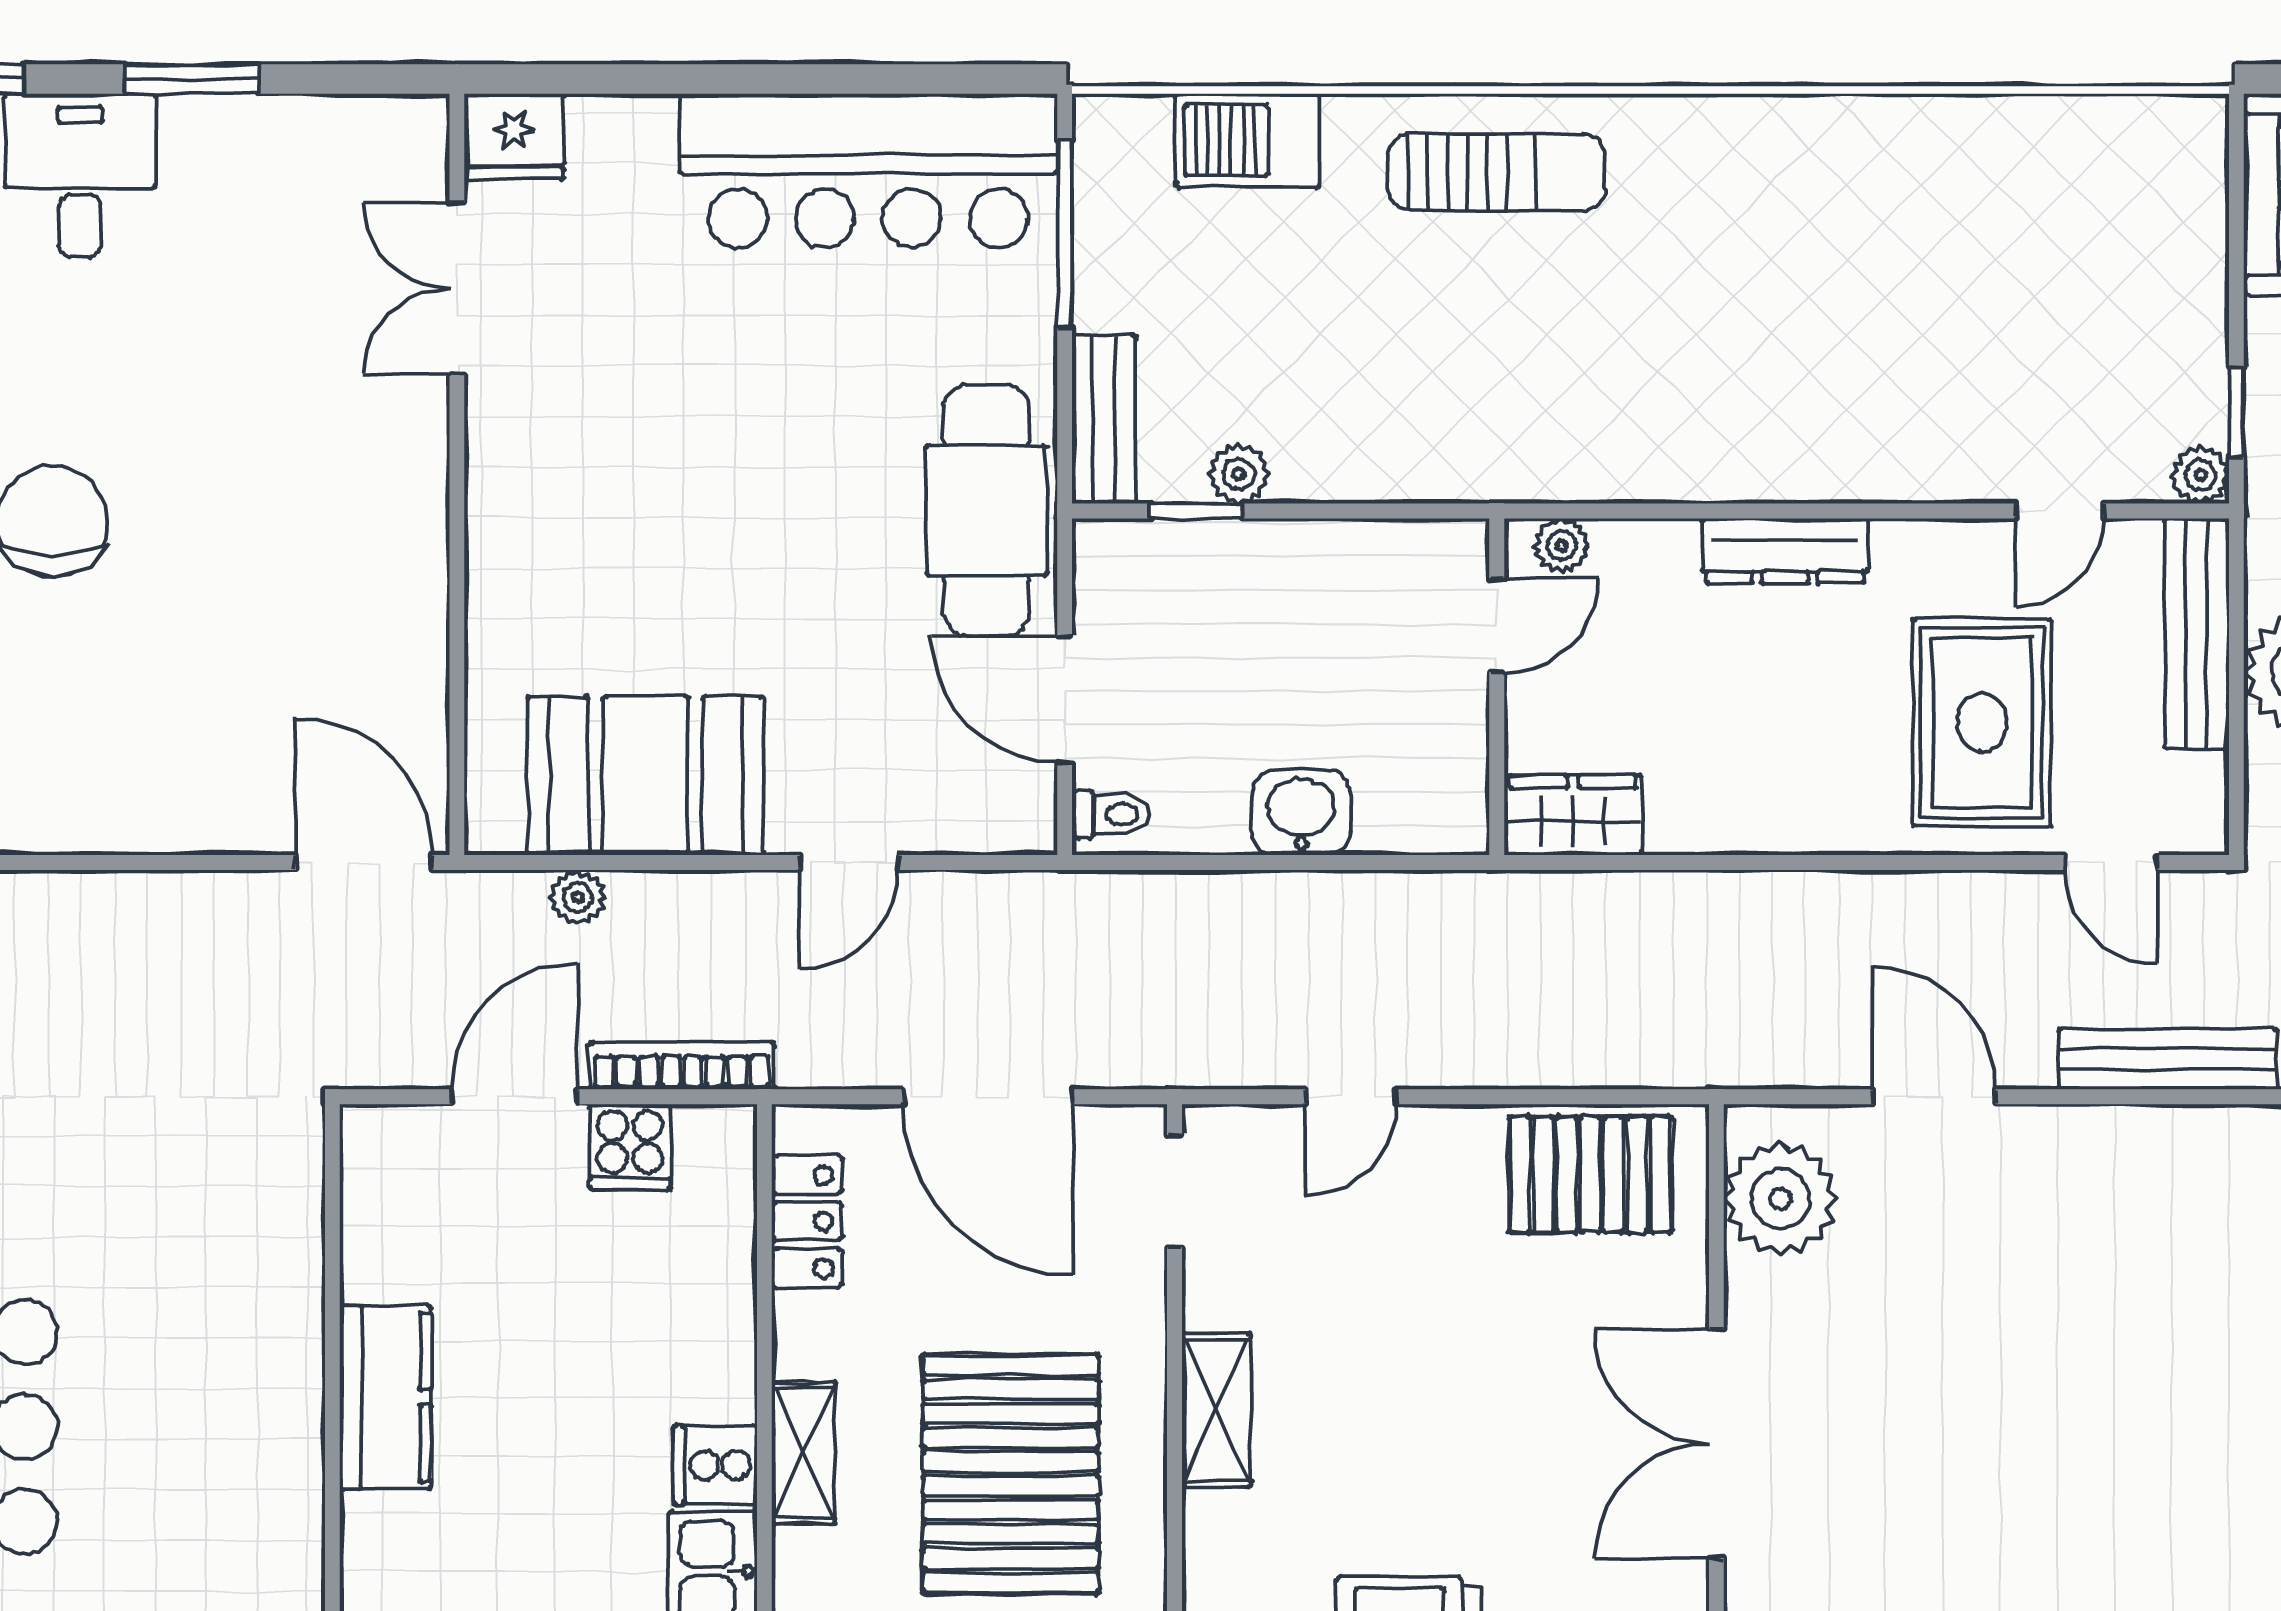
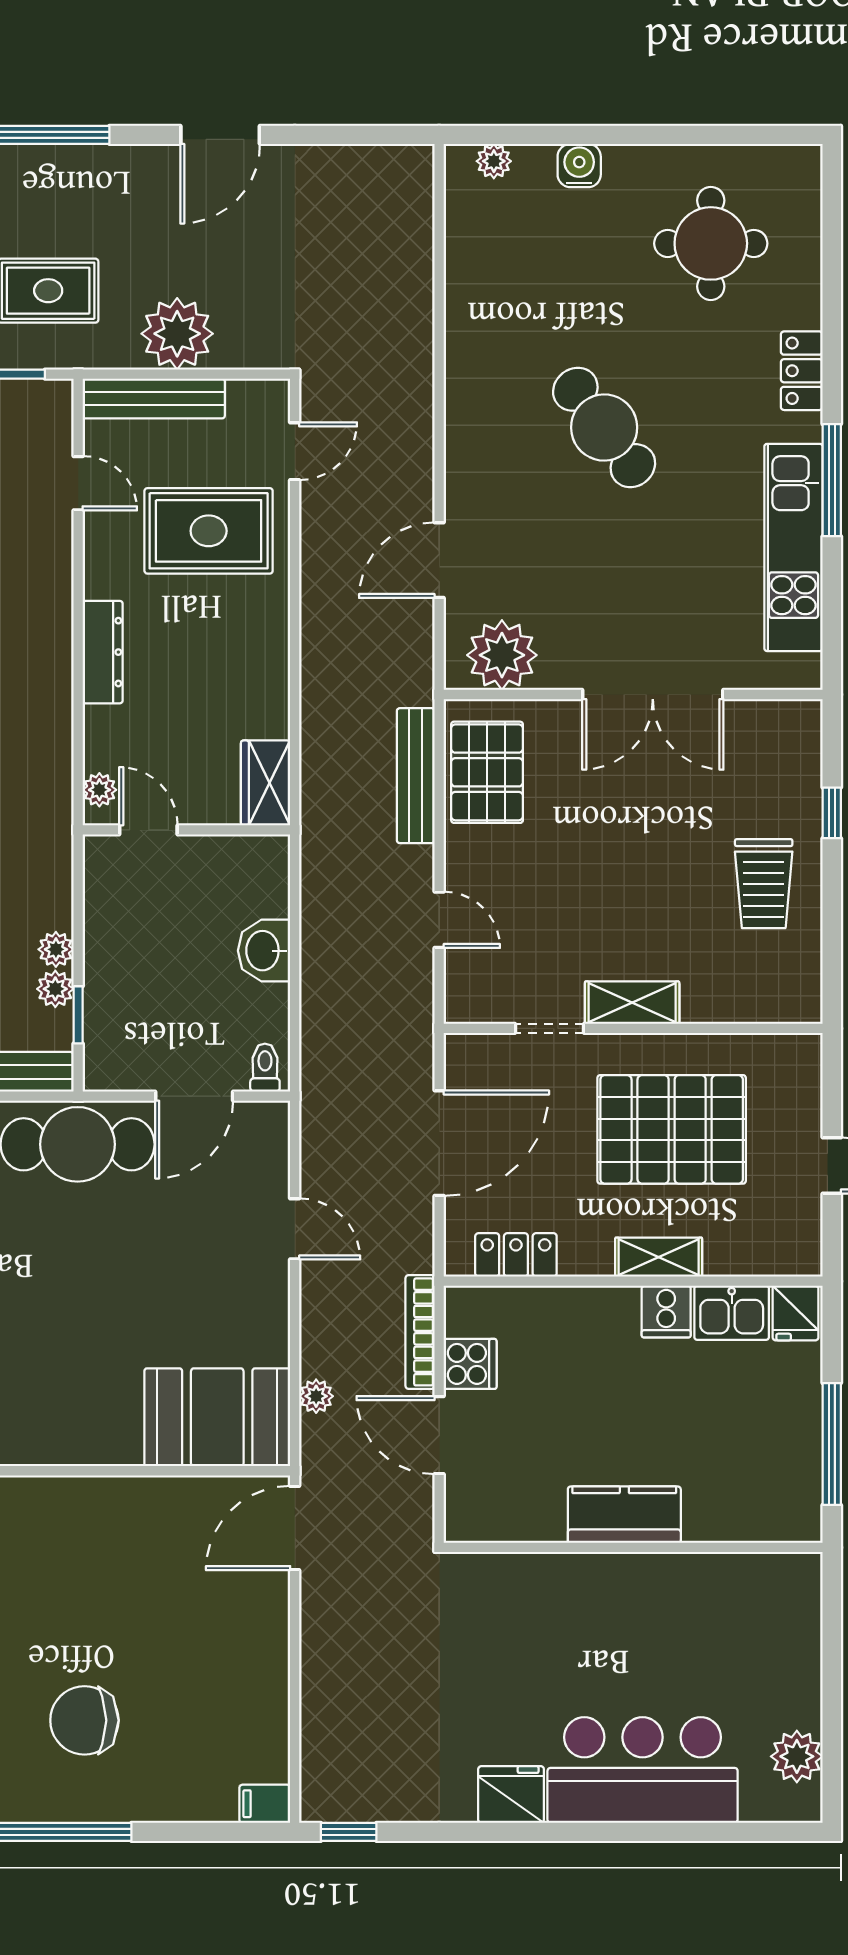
plant: (2200, 475) -> (56, 949), moved
booth: (645, 776) -> (217, 1417), moved, turned 90
bench: (2167, 1059) -> (416, 776), moved
doorway: (1175, 1191) -> (550, 1028), moved
cafe table: (2150, 1365) -> (604, 427), added

